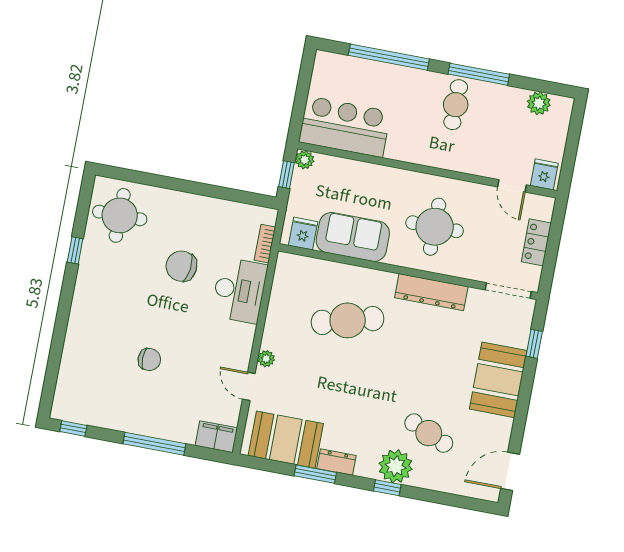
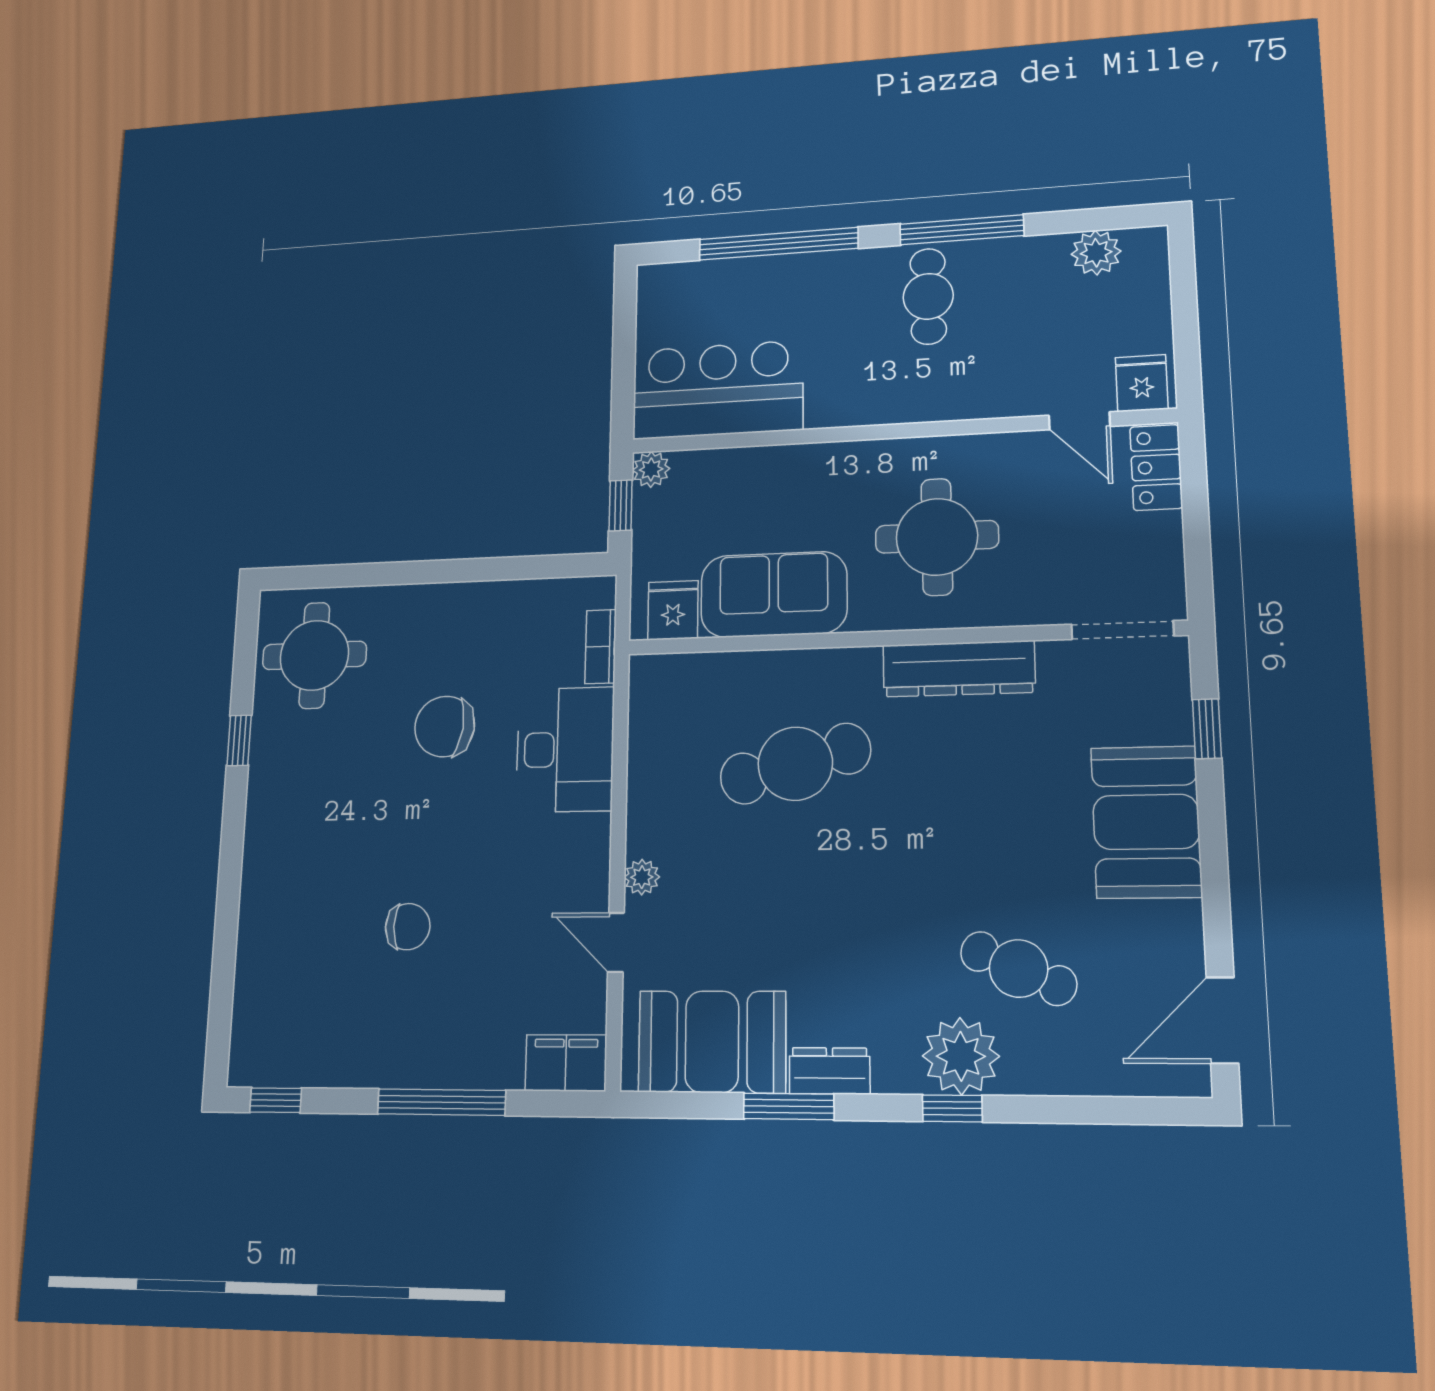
locker: (536, 242) -> (1156, 467), moved

